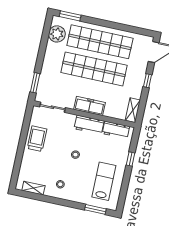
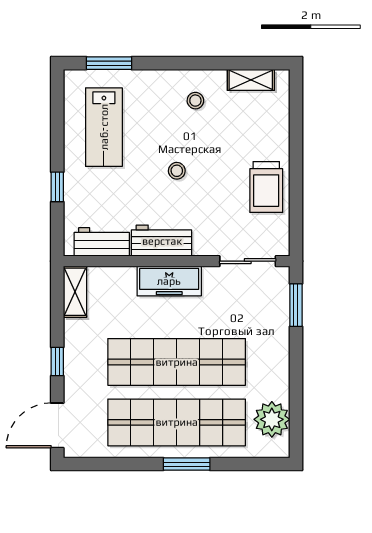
window: (70, 16) -> (187, 464), moved

